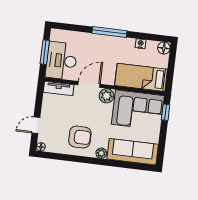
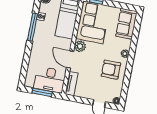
window: (109, 32) -> (33, 27), moved
armchair: (80, 137) -> (111, 70), turned -90
sofa: (133, 152) -> (126, 24), width x0.73

